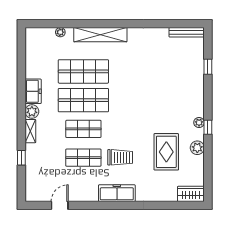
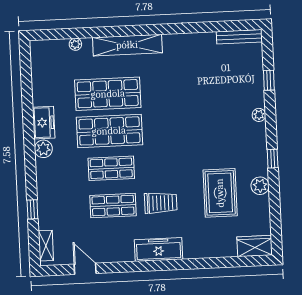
plant: (199, 123) -> (259, 115), moved
shelving: (30, 131) -> (46, 246), moved
door: (60, 205) -> (85, 269), hinge flipped

